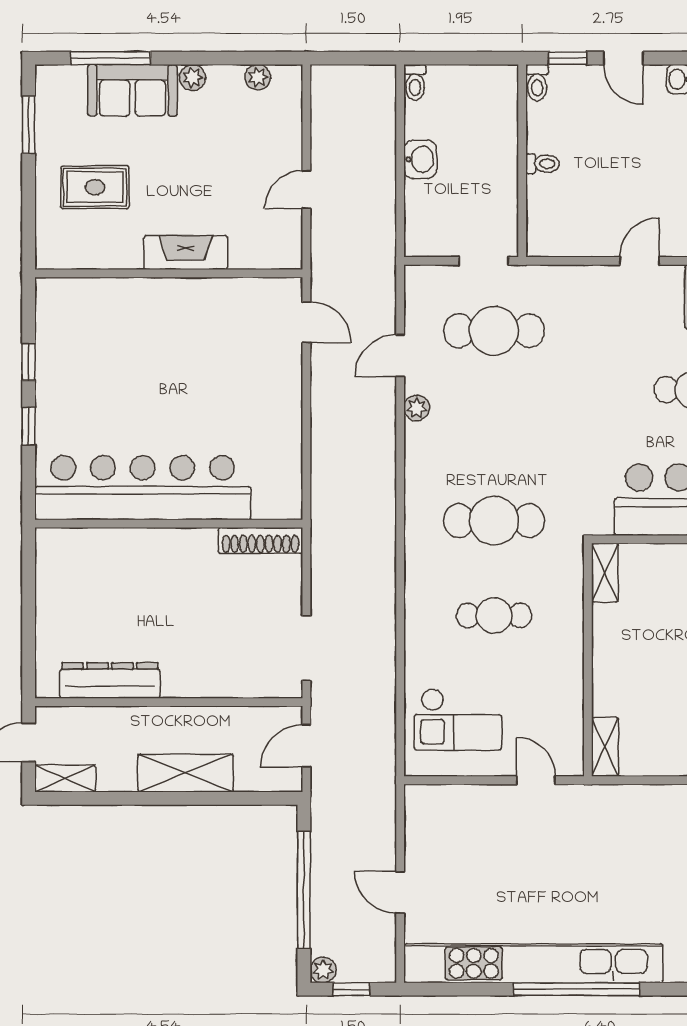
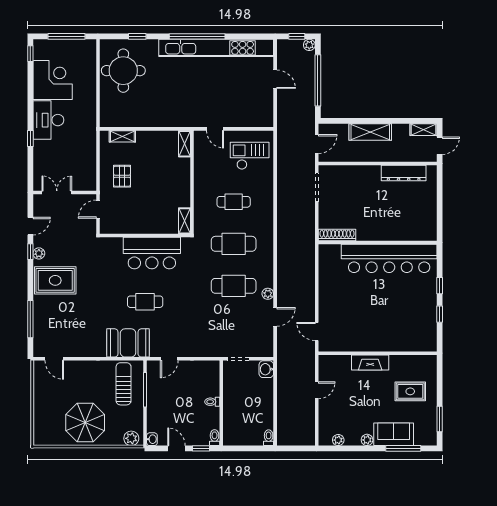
washbasin: (420, 159) -> (266, 369), moved
cafe table: (494, 331) -> (234, 286), moved

